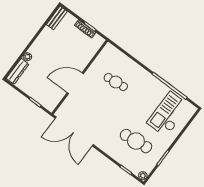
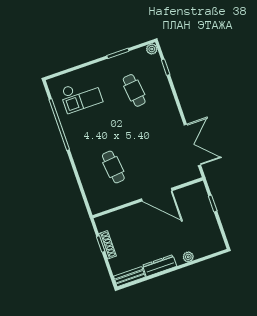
dresser: (18, 71) -> (160, 266), moved
checkout: (168, 114) -> (81, 95), width x0.73, depth x0.83
double door: (74, 131) -> (192, 145), width x0.73
cafe table: (136, 141) -> (134, 90), width x0.73, depth x0.74

